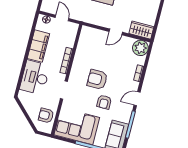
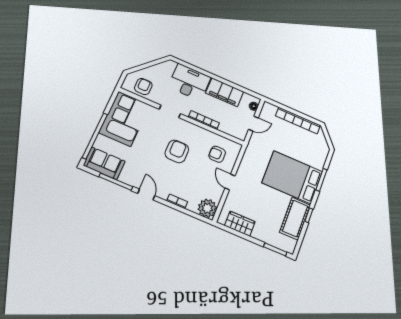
wardrobe: (141, 30) -> (240, 224), moved, turned -90
armchair: (104, 102) -> (217, 154), moved

